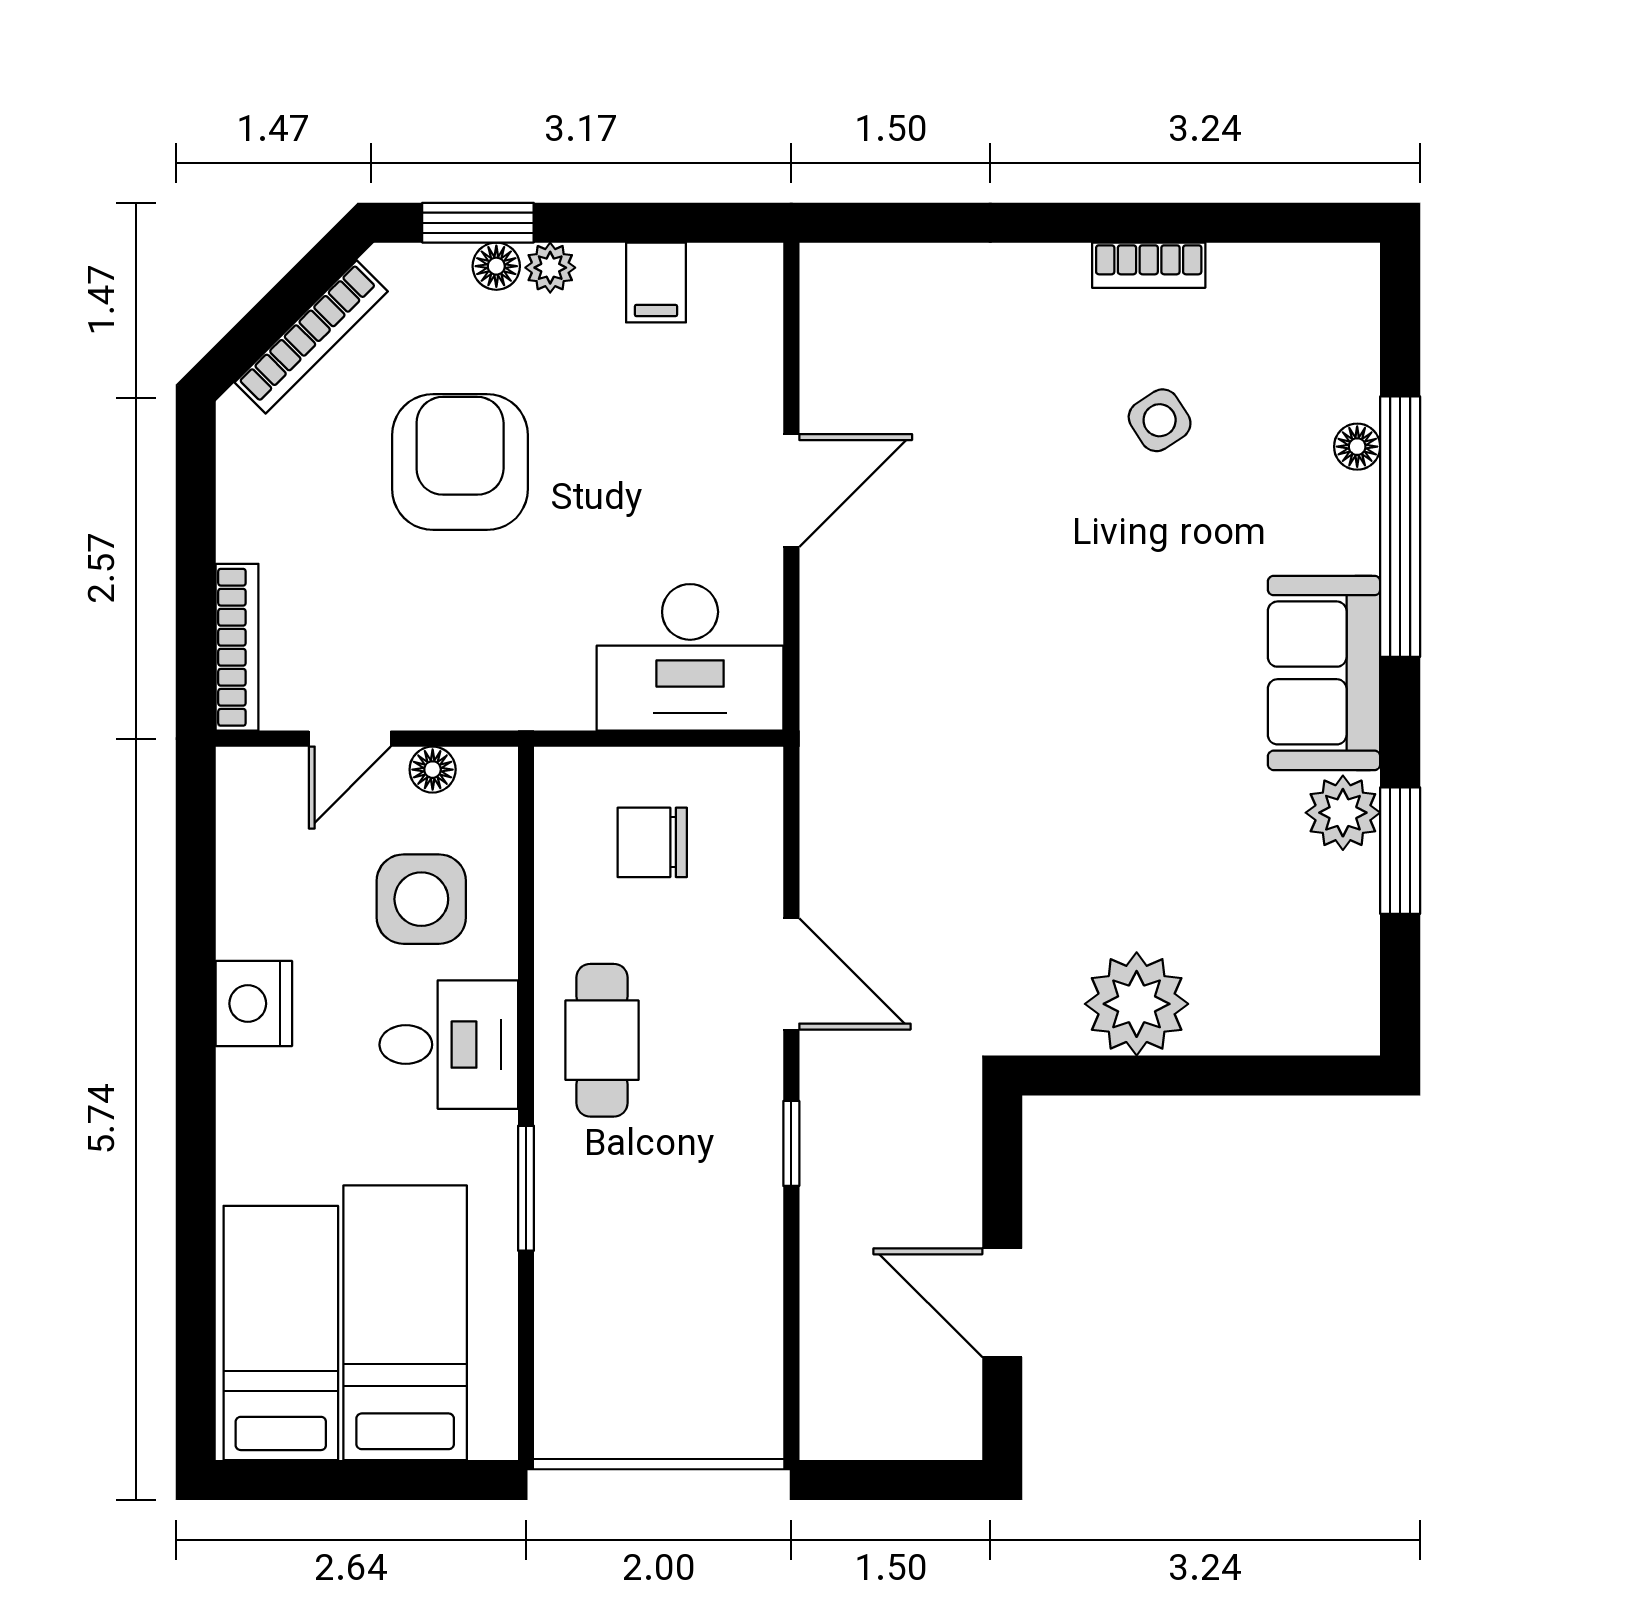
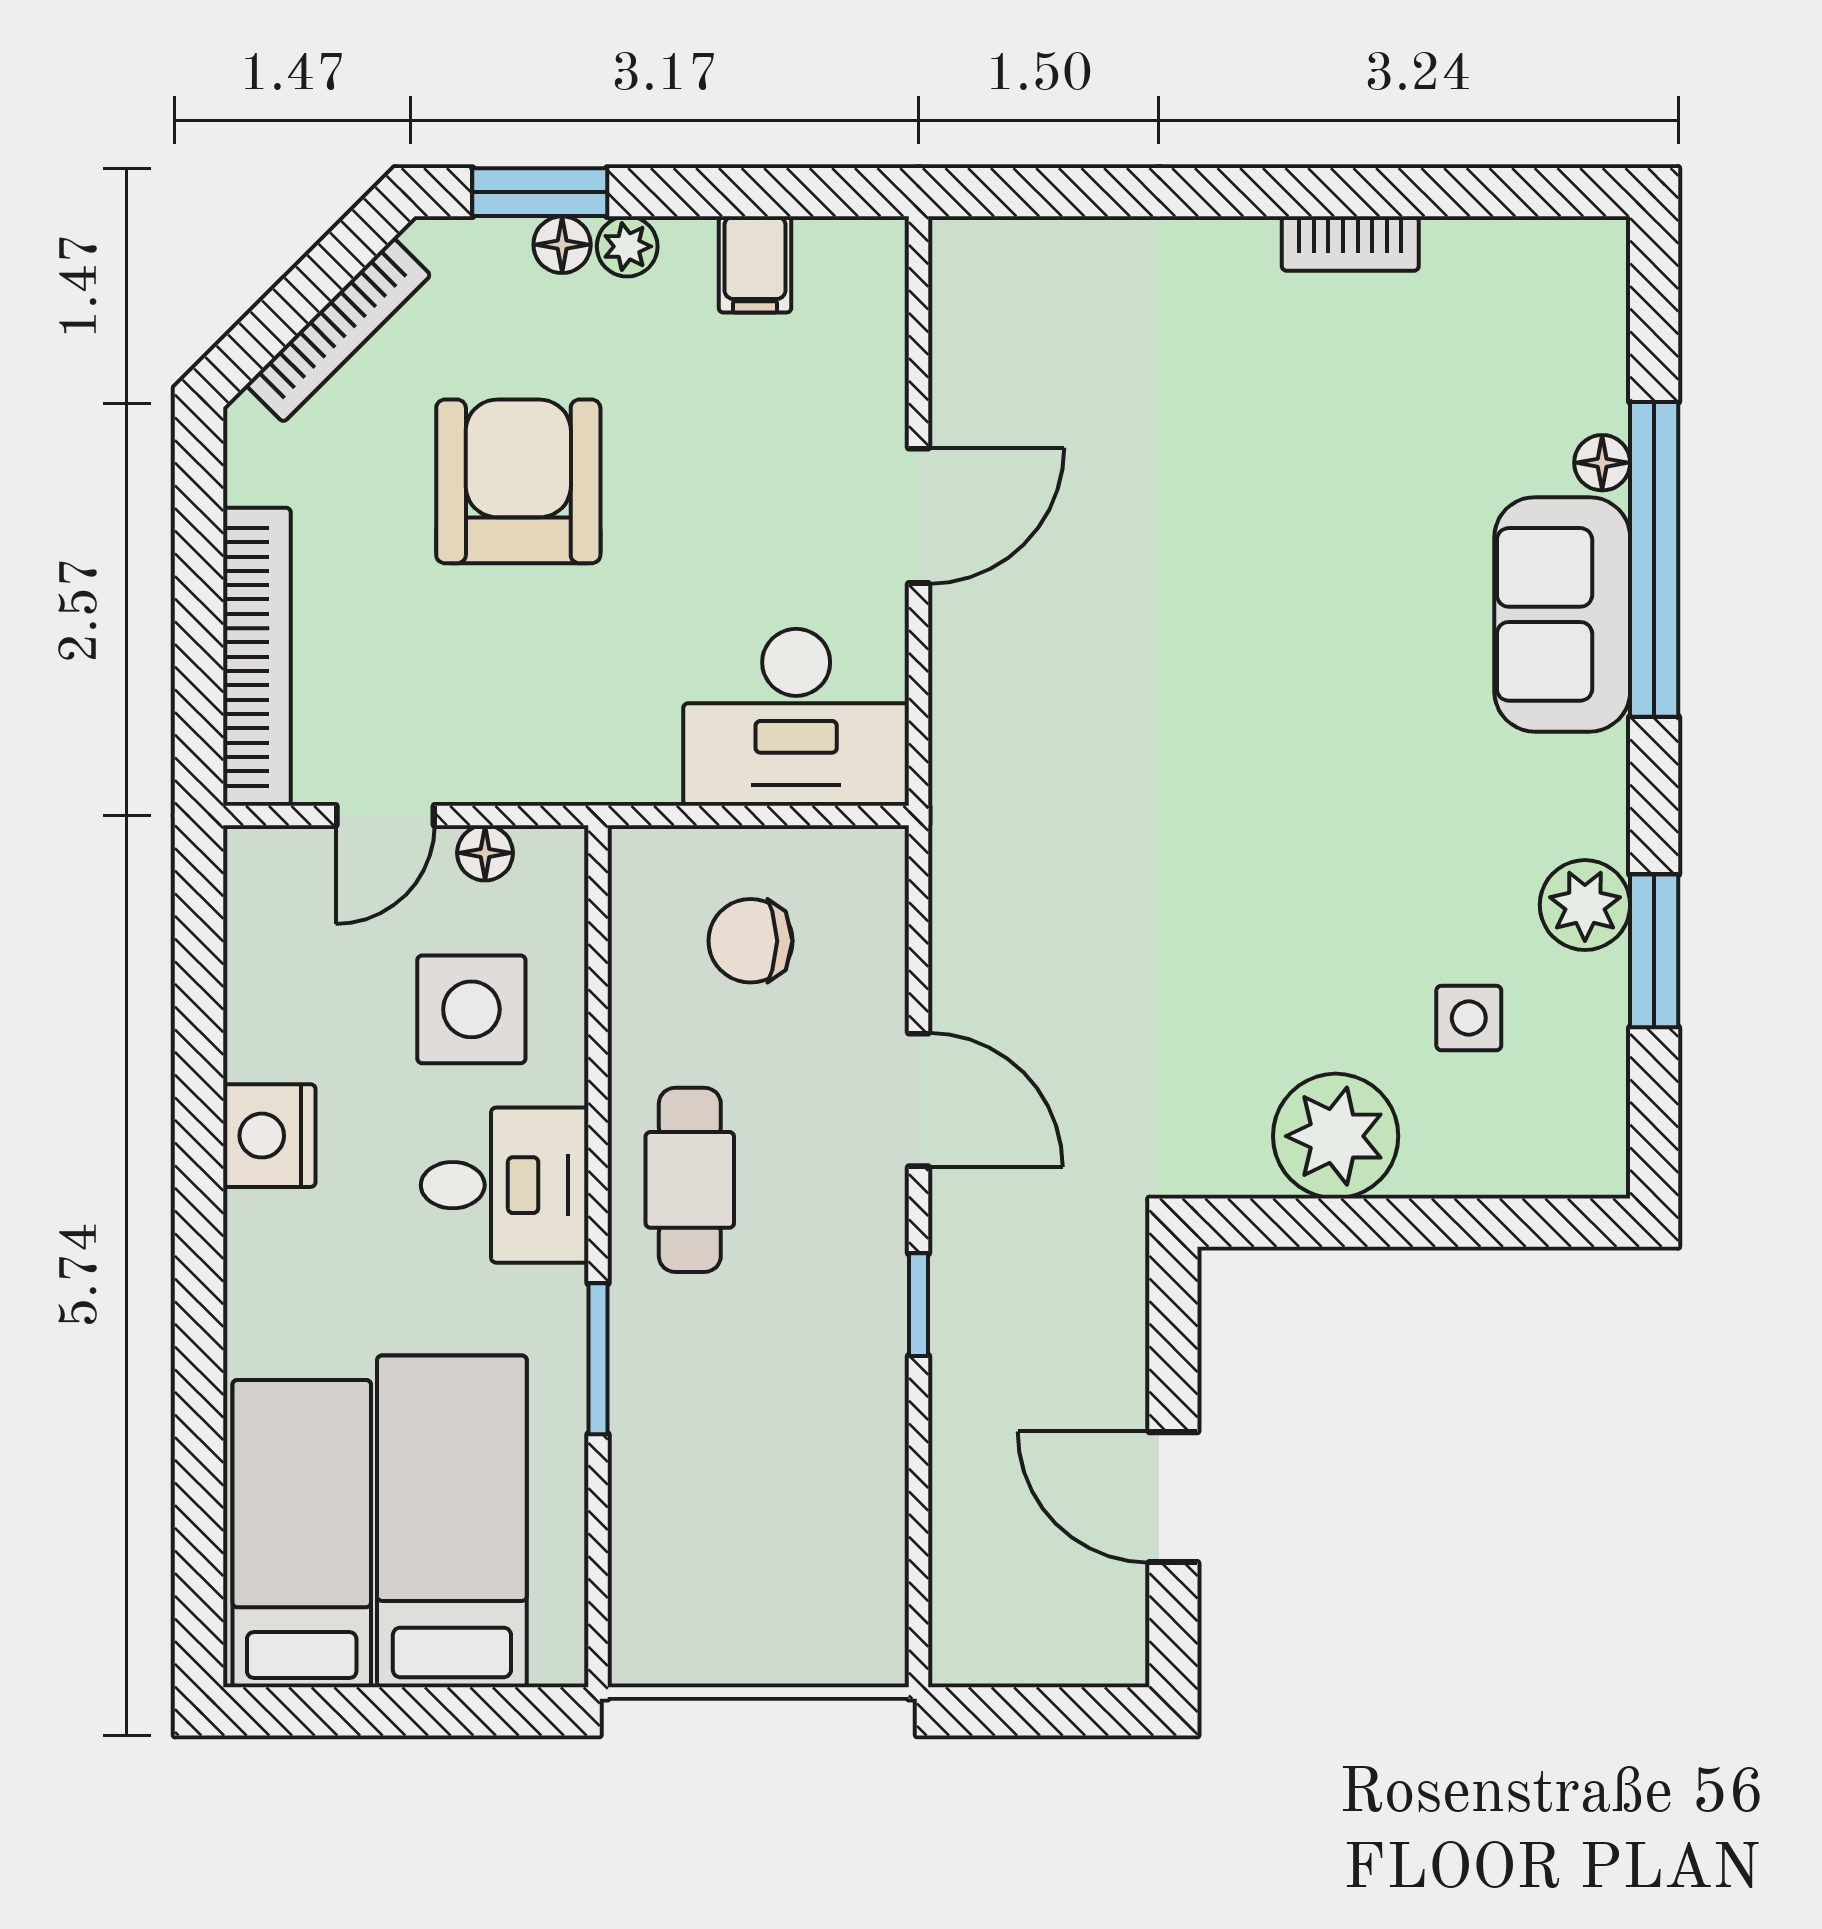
side table: (1160, 420) -> (1469, 1018), moved, turned 33
bookcase: (237, 647) -> (257, 657), width x1.48, depth x1.31
sofa: (1324, 673) -> (1562, 614), moved

